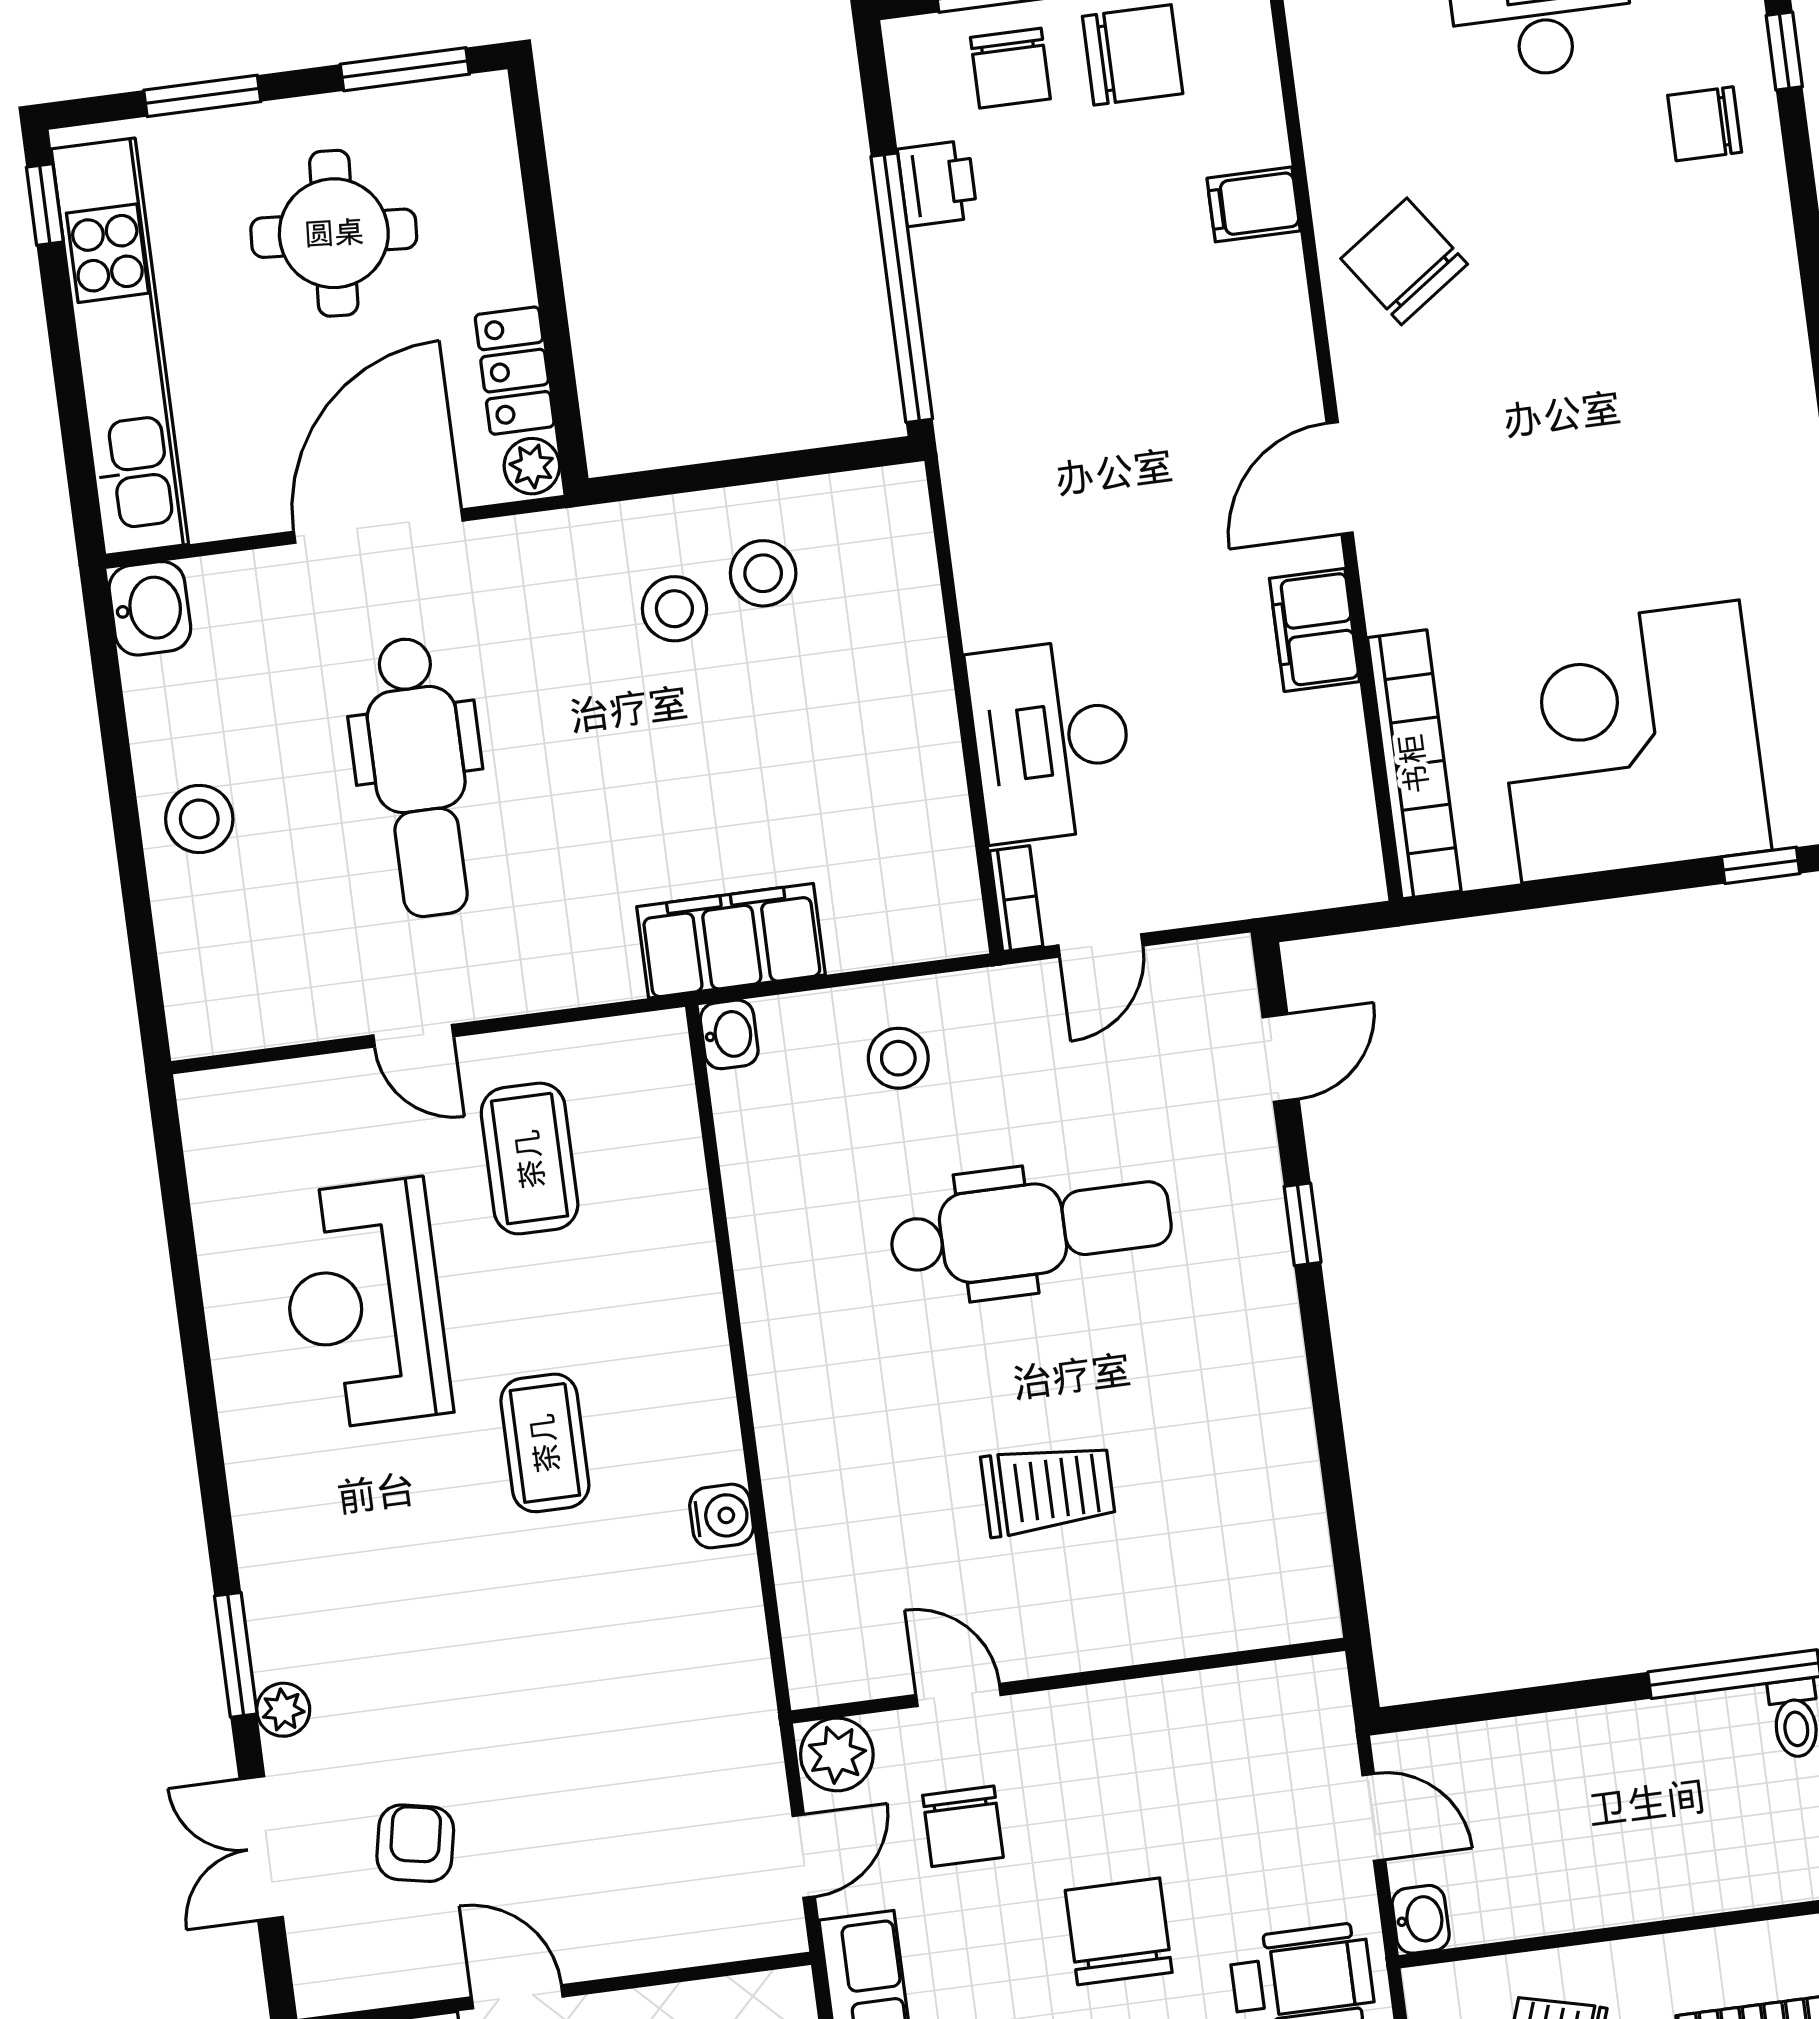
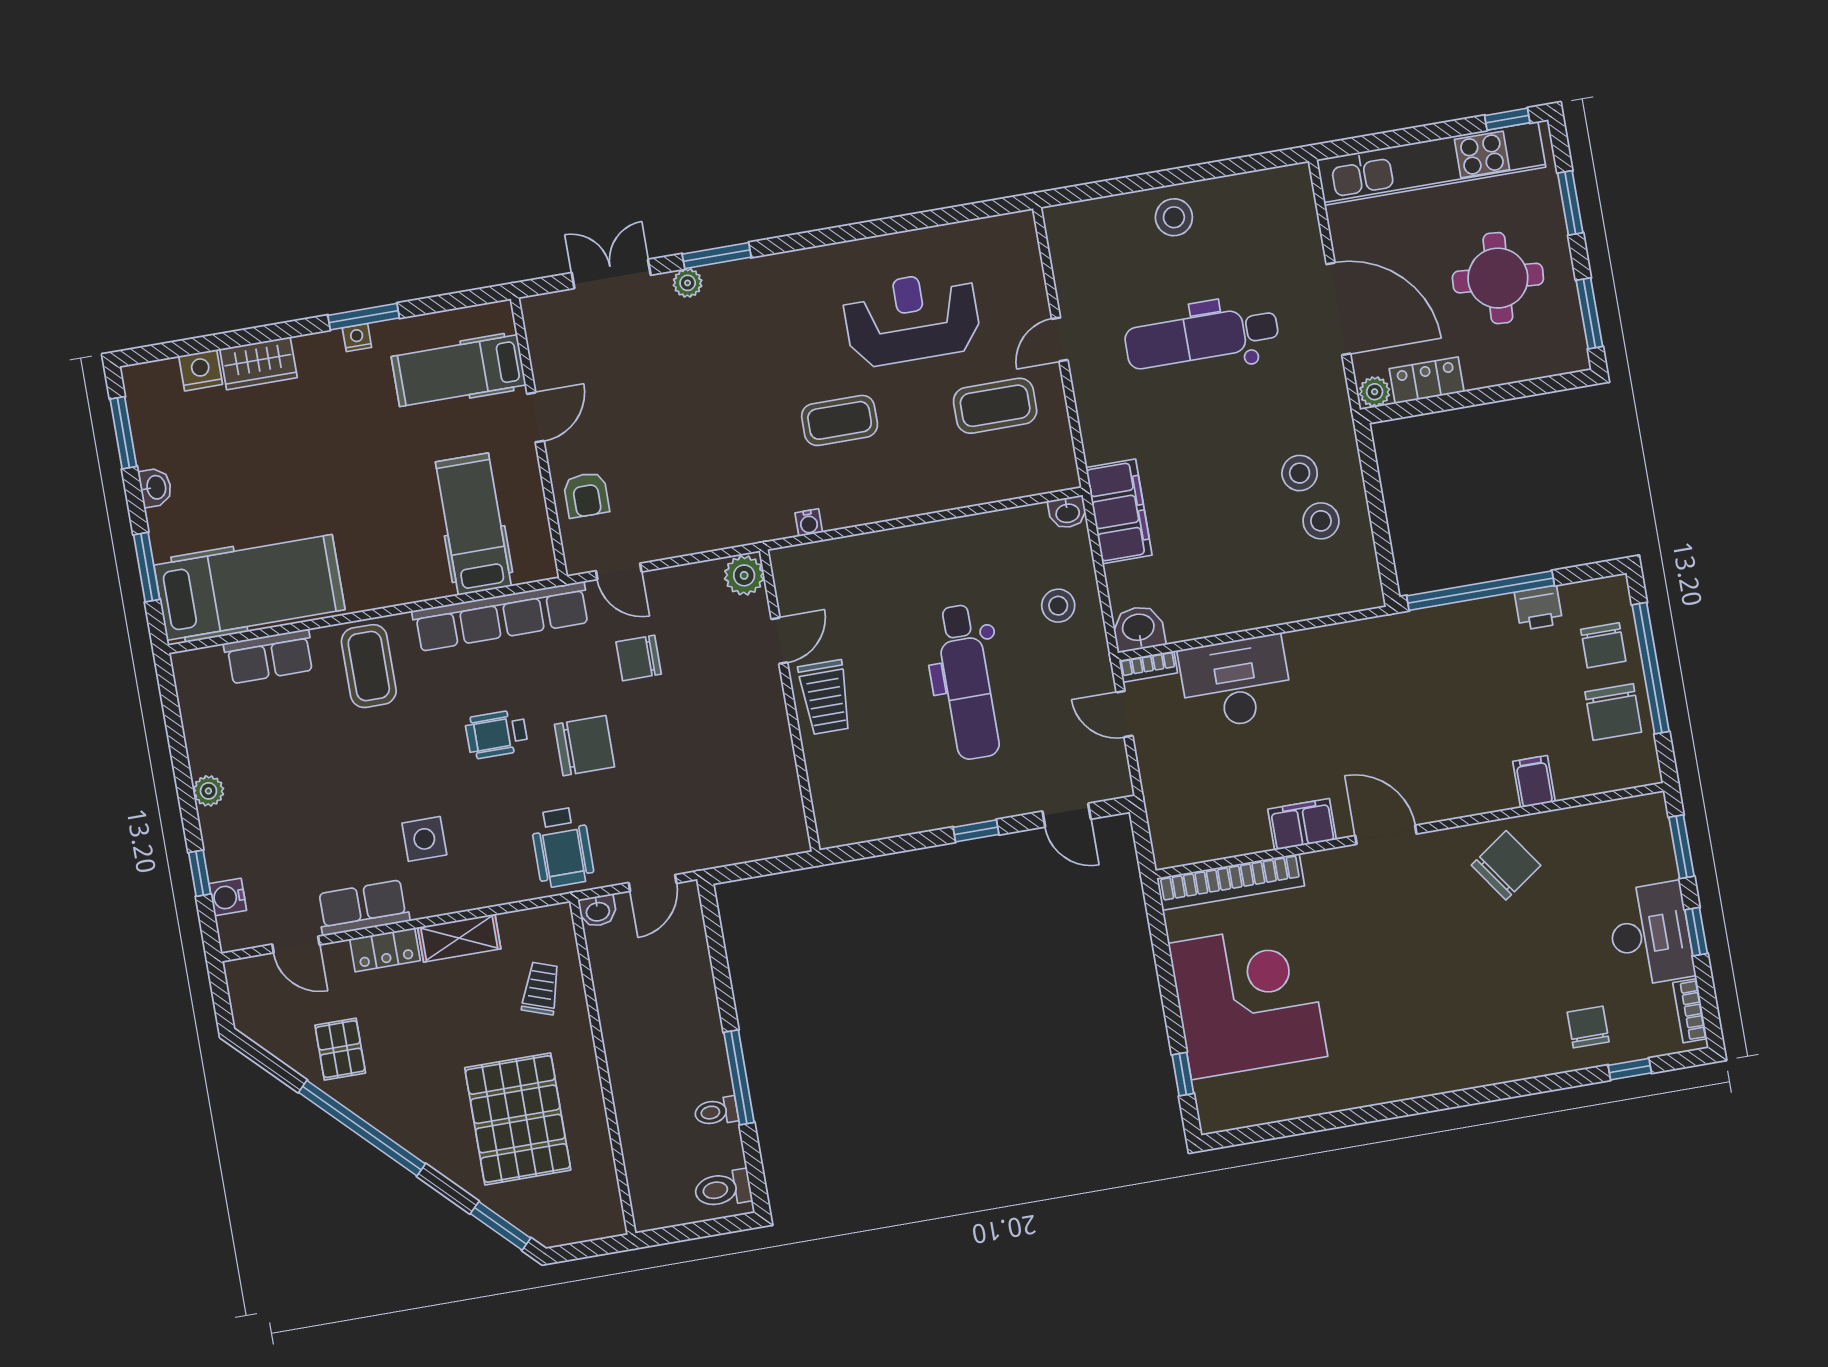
chair: (1010, 68) -> (1603, 645), turned -90
washbasin: (150, 608) -> (1138, 628), moved, turned 180
water cooler: (722, 1516) -> (809, 523), width x0.72, depth x0.72
wall: (1068, 1681) -> (790, 701), moved
door: (958, 1695) -> (779, 641), moved
plant: (837, 1754) -> (744, 575), moved
armchair: (415, 1843) -> (586, 495), moved, turned 79

